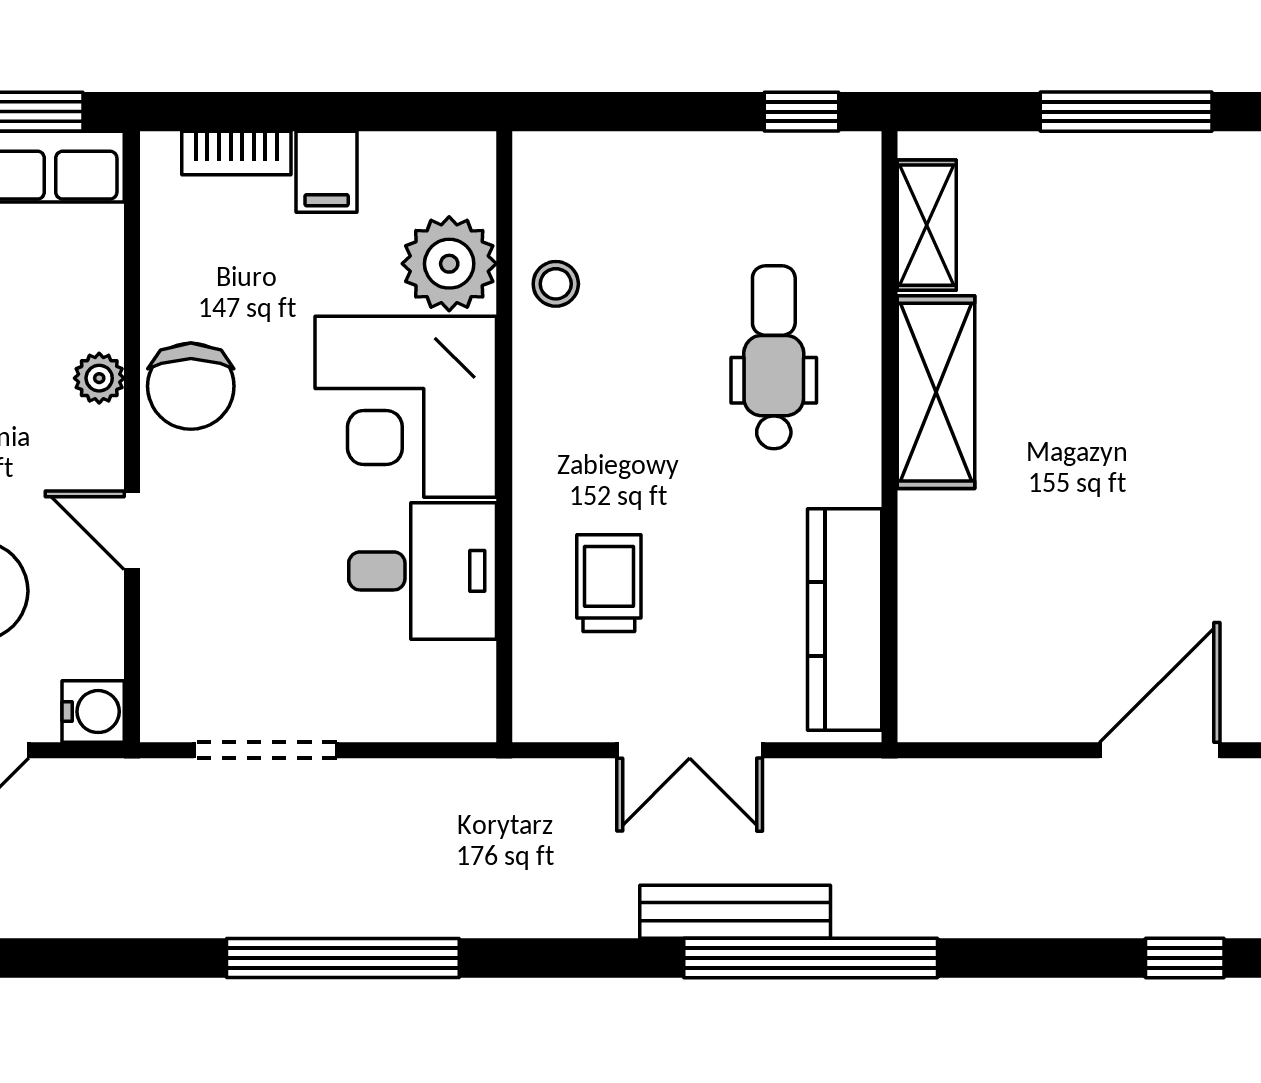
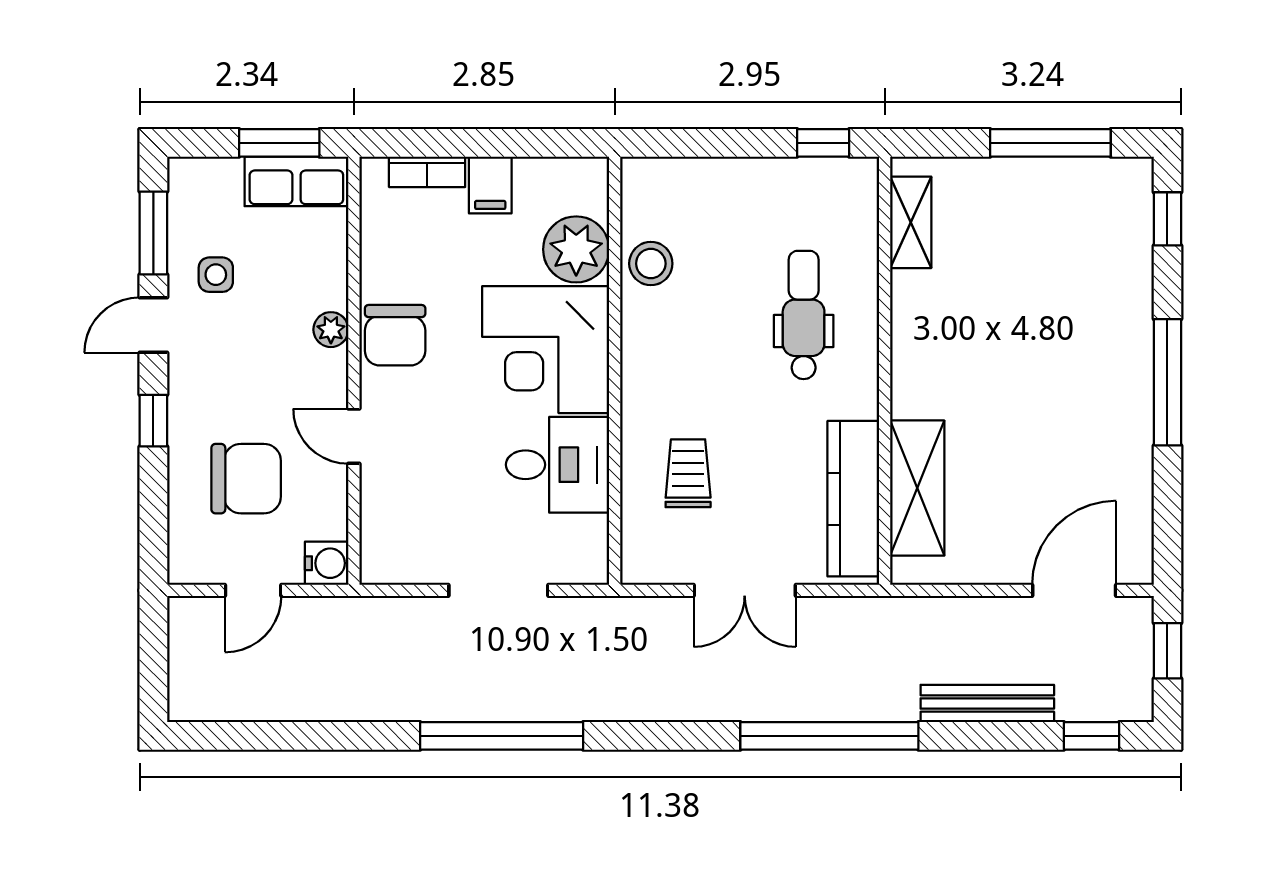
stool: (556, 284) -> (651, 264), width x1.37, depth x1.37
shelving: (936, 392) -> (917, 488), moved
doorway: (265, 750) -> (498, 590), moved
bench: (735, 912) -> (987, 703), moved

